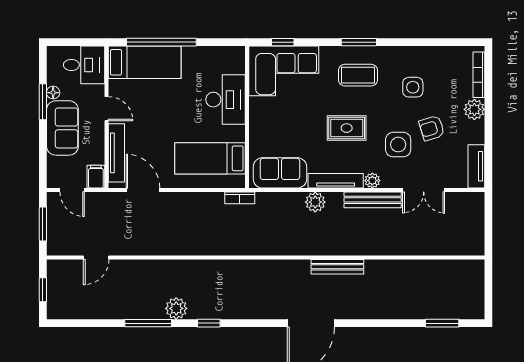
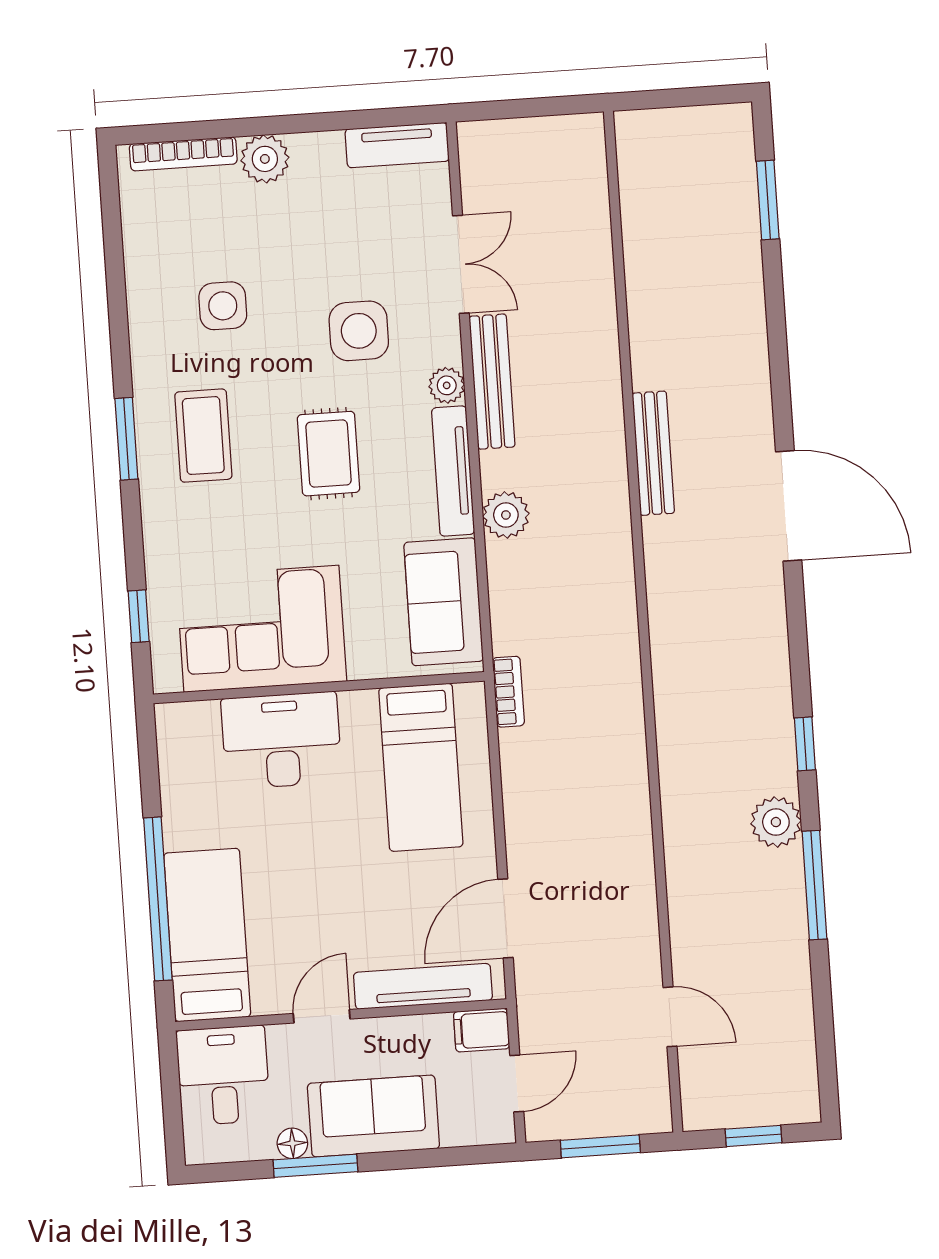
corner sofa: (284, 71) -> (261, 629), moved, turned -90
armchair: (432, 128) -> (315, 255), removed

